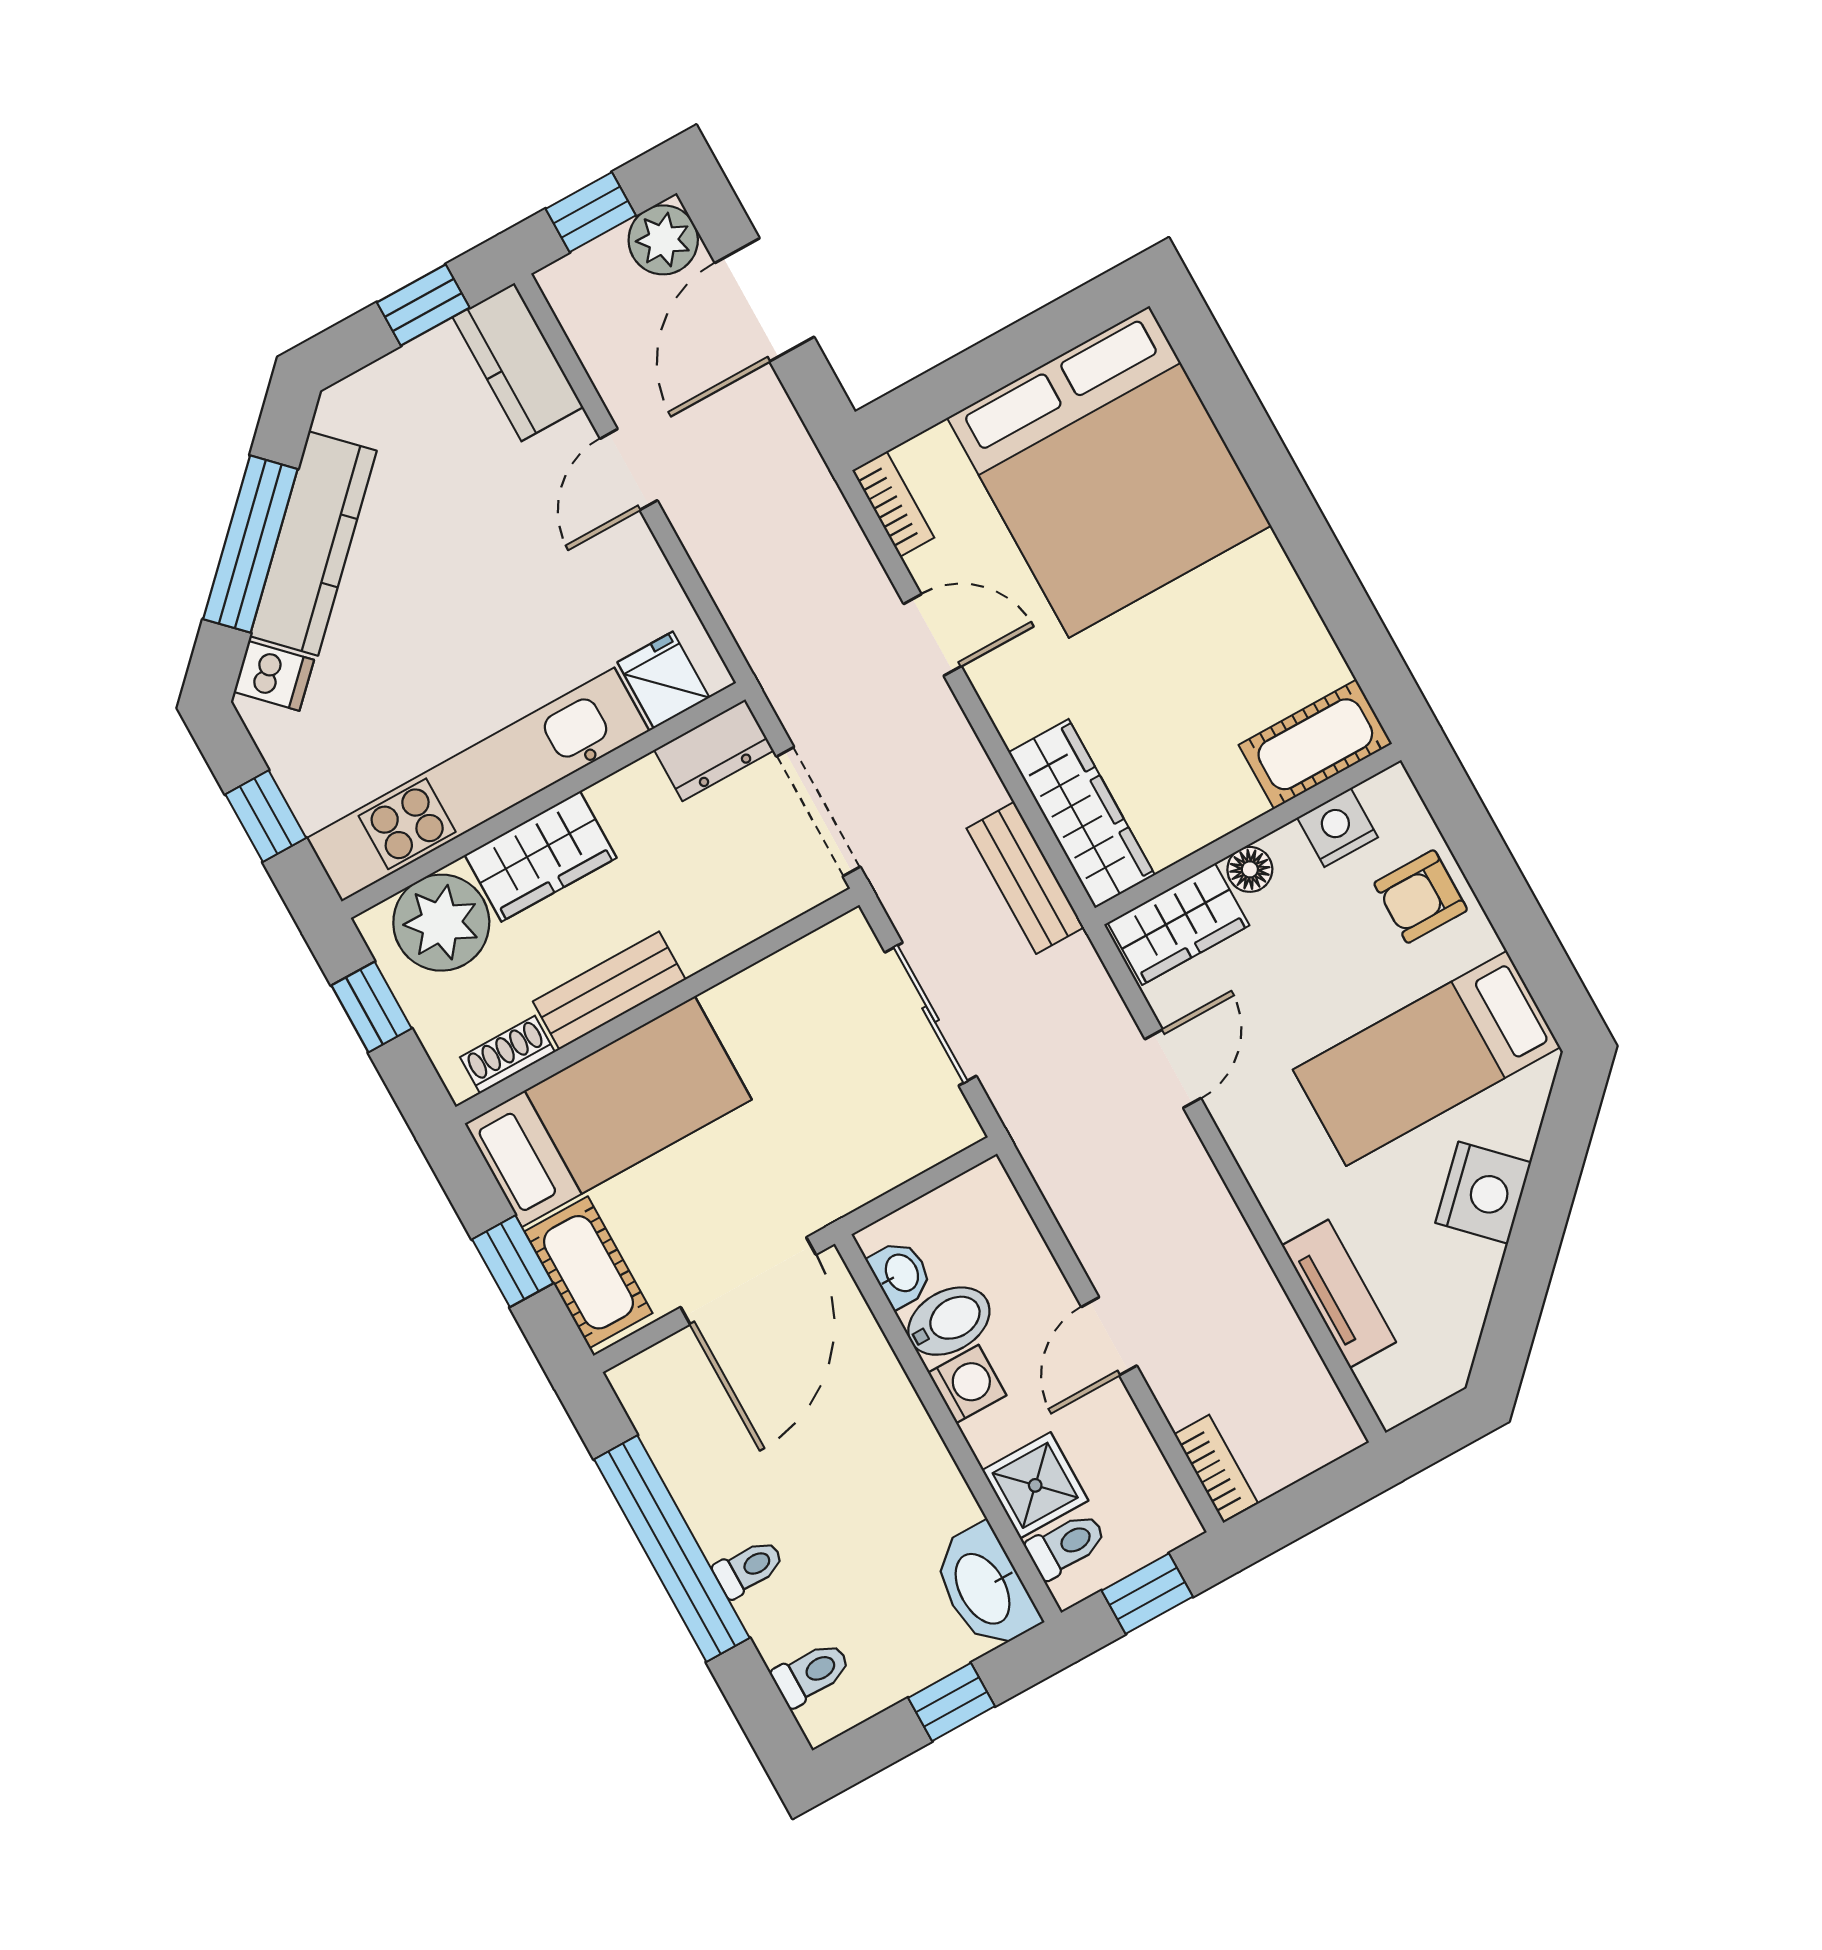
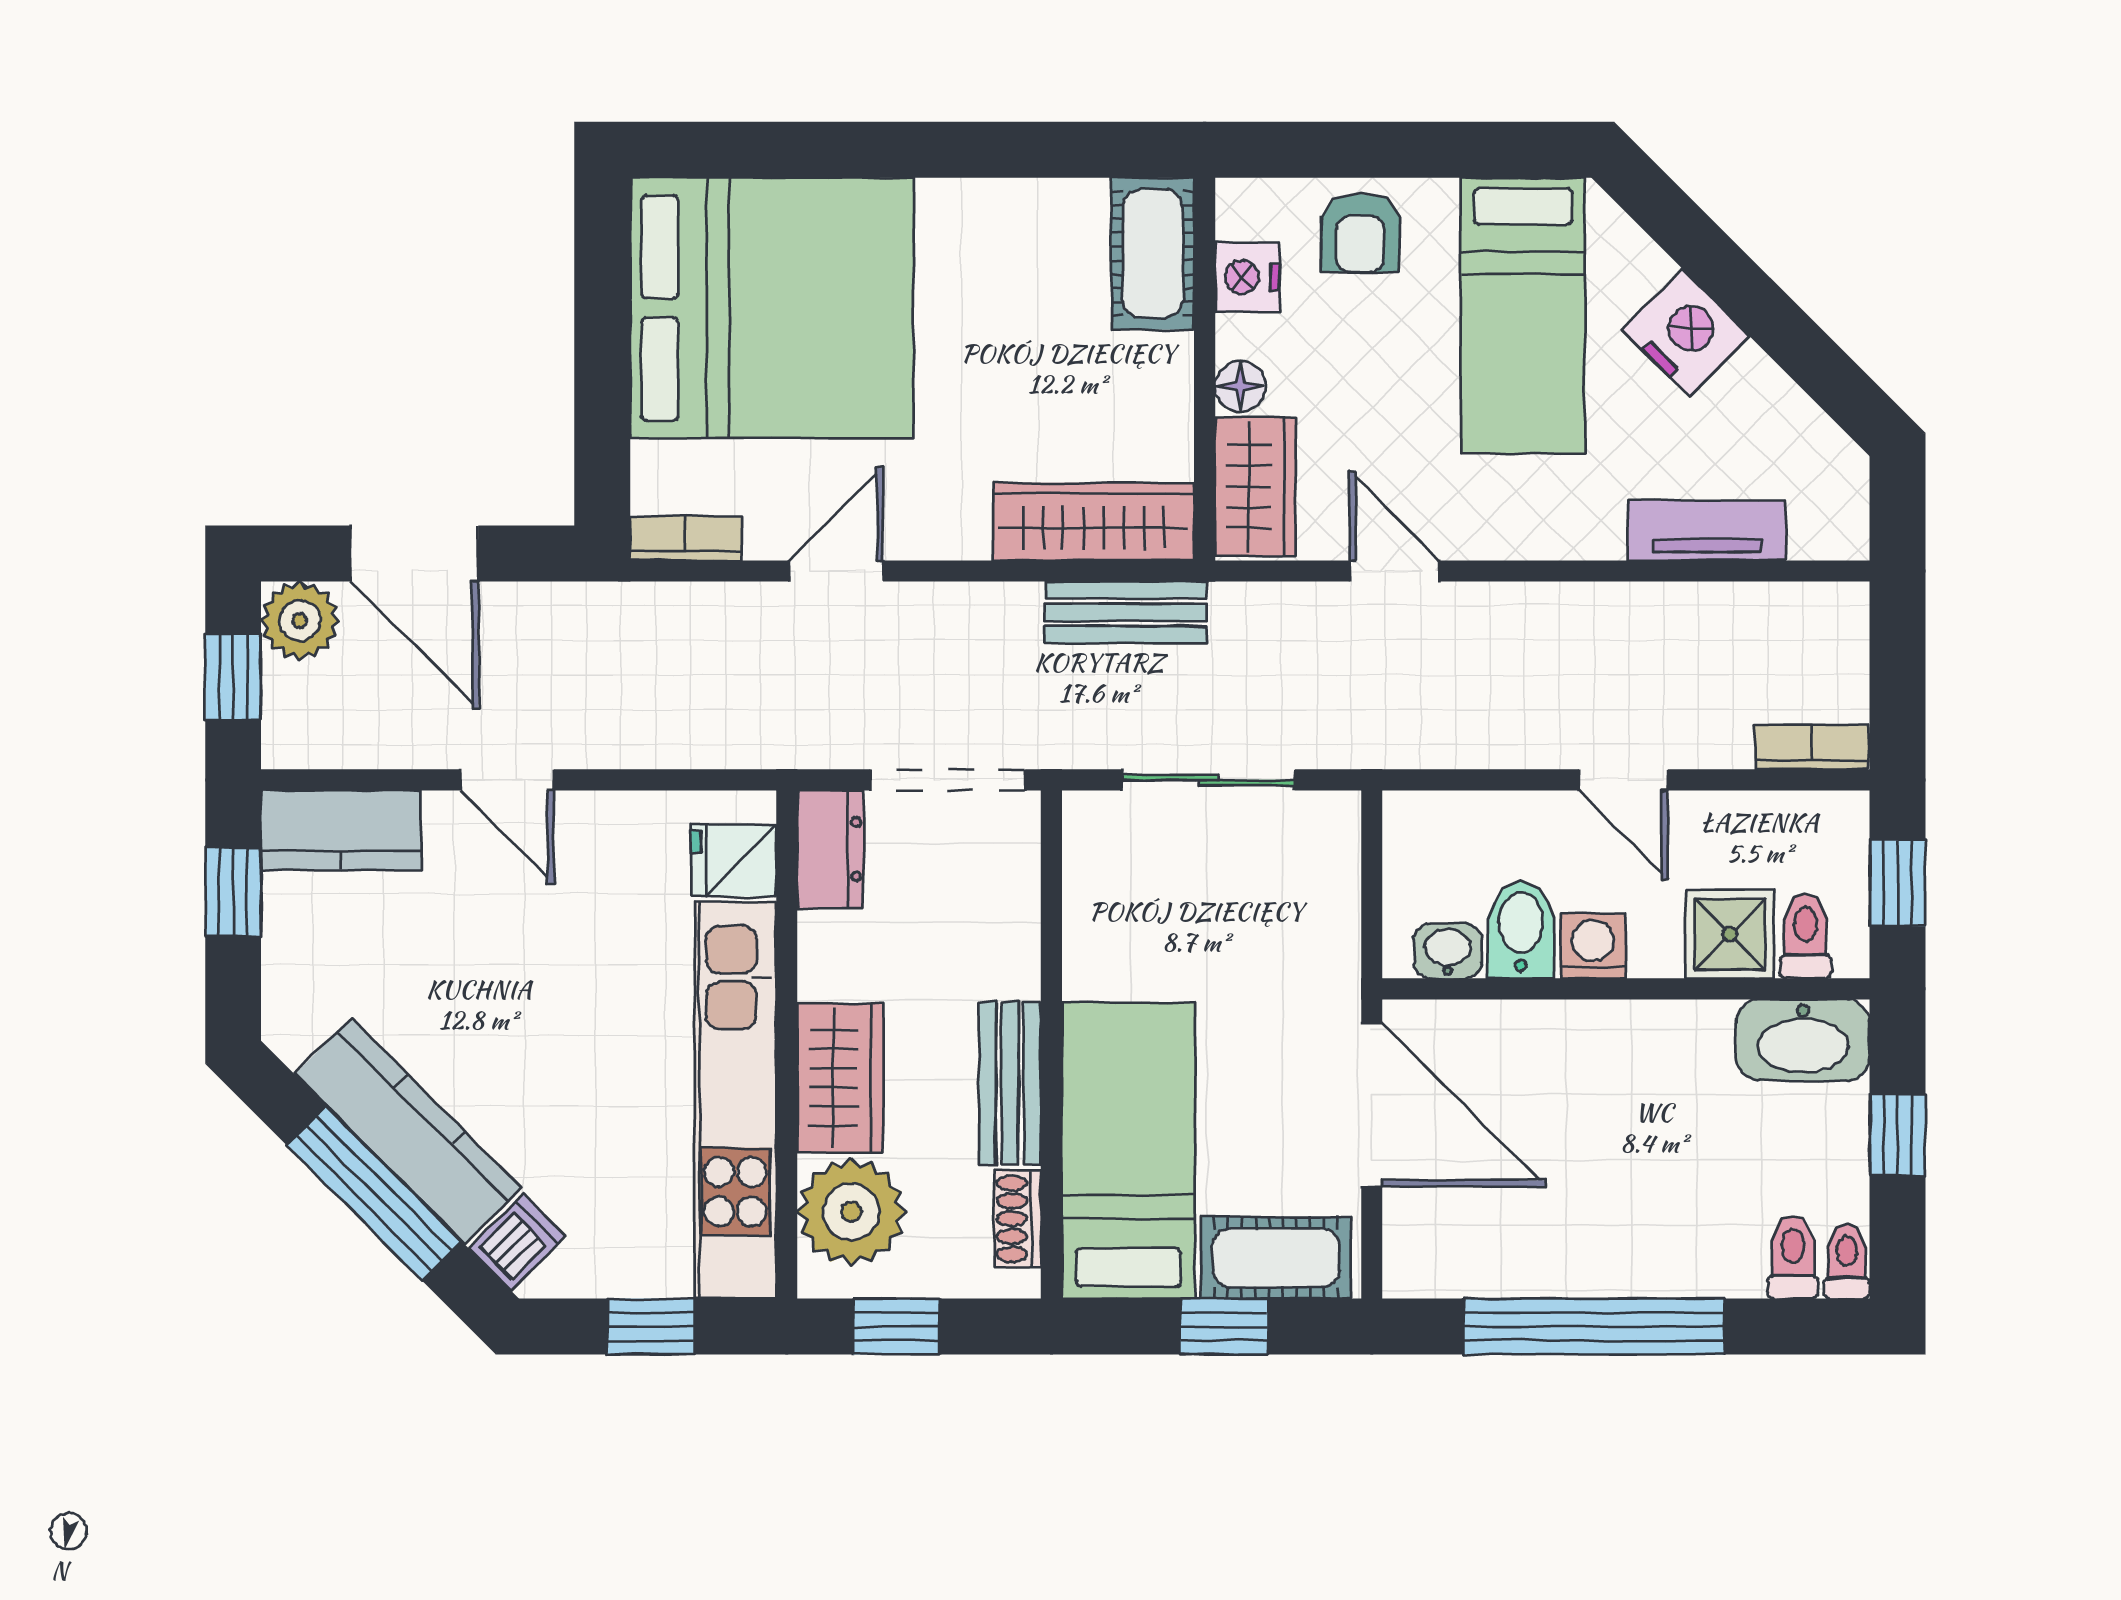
toilet: (749, 1568) -> (1847, 1261), moved

